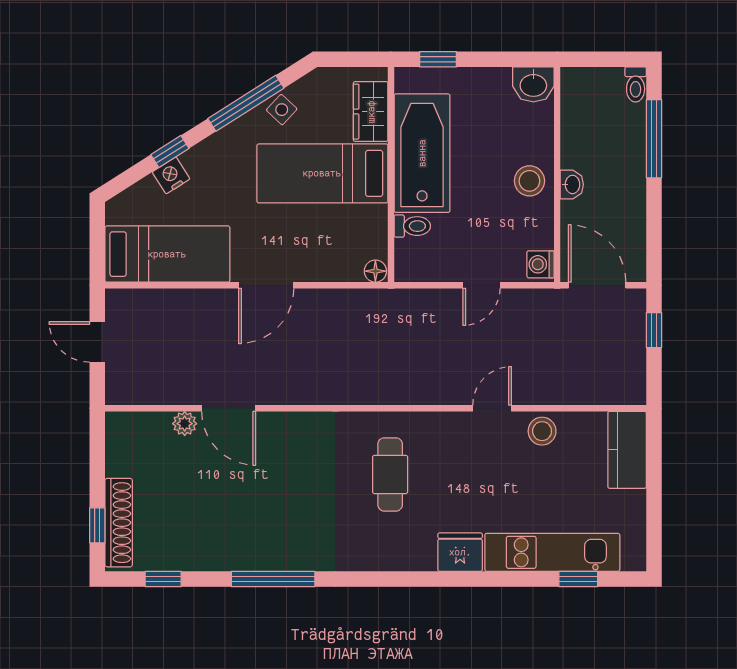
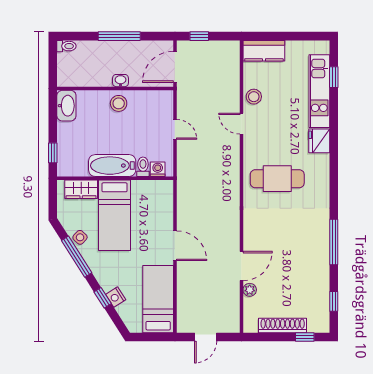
washbasin: (533, 84) -> (66, 106), width x1.38
window: (654, 139) -> (119, 36), moved
bathtub: (422, 153) -> (112, 166), width x0.73, depth x0.73
washing machine: (540, 264) -> (158, 169), moved, turned 180
floor lamp: (375, 271) -> (167, 187), removed
cafe table: (390, 474) -> (277, 179), width x1.37, depth x1.35
shoe rack: (119, 523) -> (283, 325), moved

